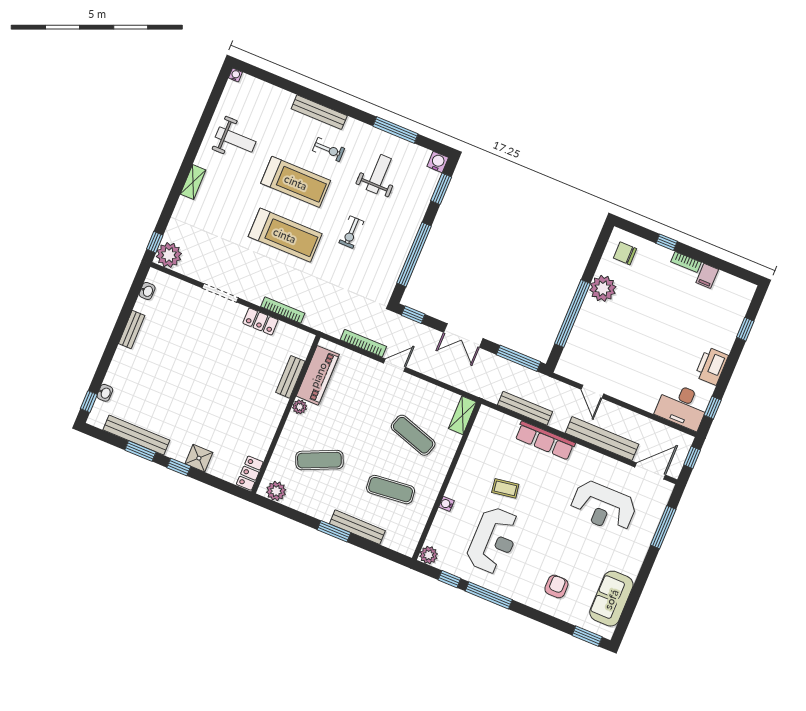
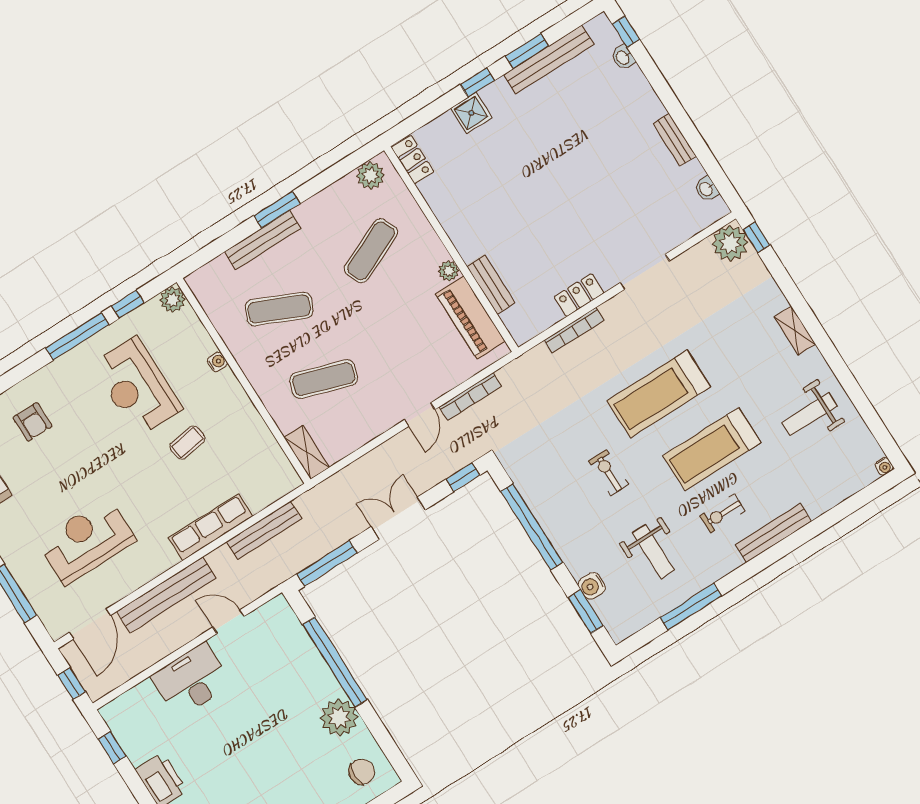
water cooler: (438, 162) -> (592, 586), moved, turned 90
desk: (682, 406) -> (191, 680), moved
exercise mat: (391, 490) -> (279, 309), turned 30

